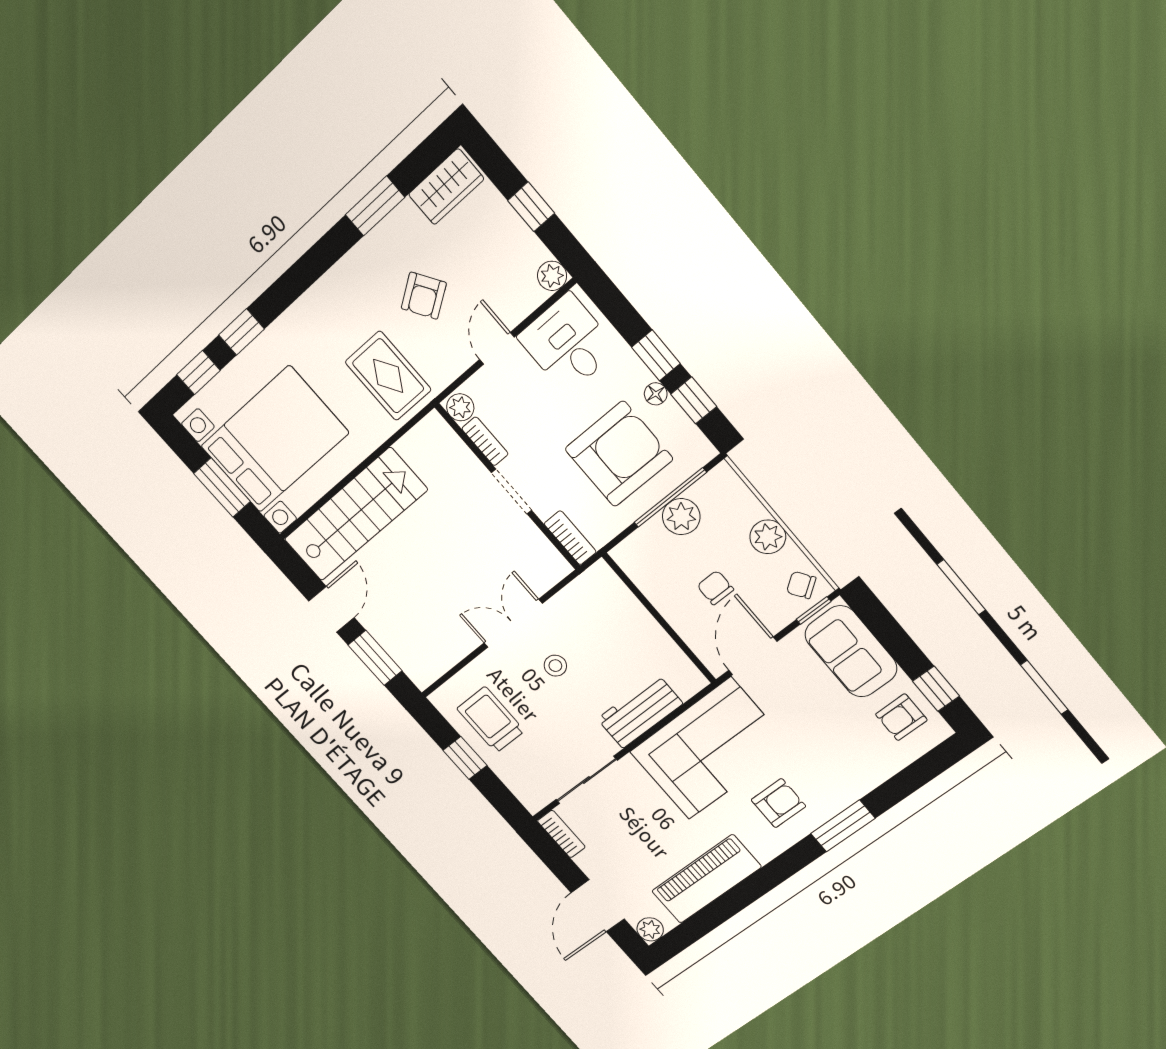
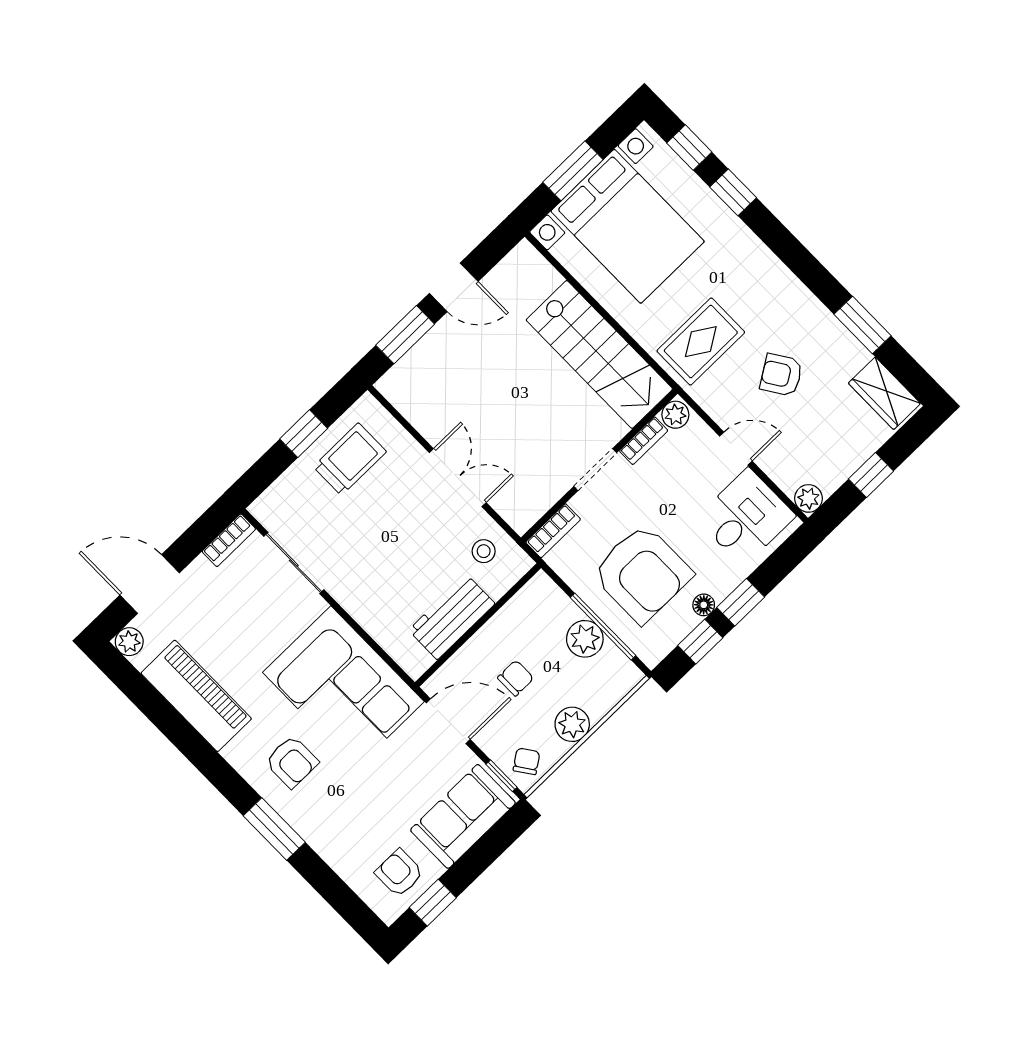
stairs: (355, 515) -> (599, 354), moved
stool: (555, 666) -> (484, 551), moved
workbench: (640, 711) -> (452, 617), moved, turned -90

